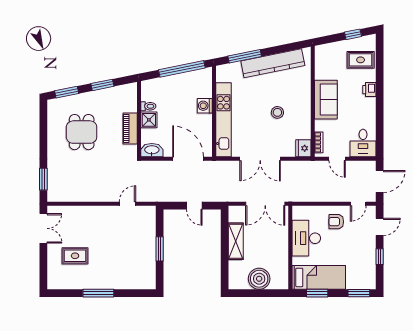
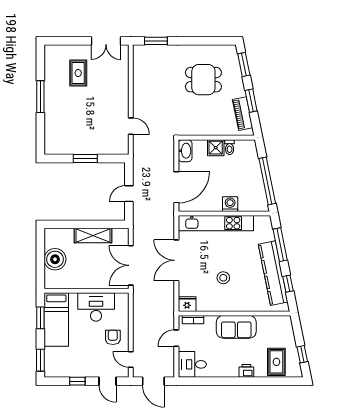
window: (283, 48) -> (288, 284), added
piano: (130, 128) -> (243, 114), moved, turned -101

